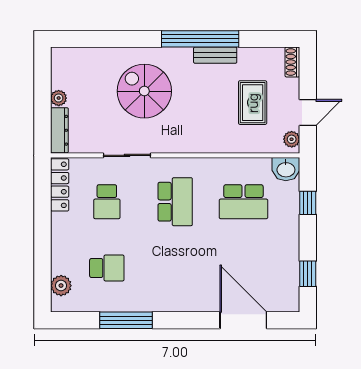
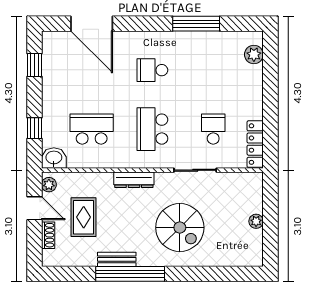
shoe rack: (292, 62) -> (48, 235), moved
door: (308, 113) -> (34, 208), swing flipped
dresser: (59, 130) -> (134, 180), moved, turned -90
school desk: (107, 268) -> (152, 70), moved

